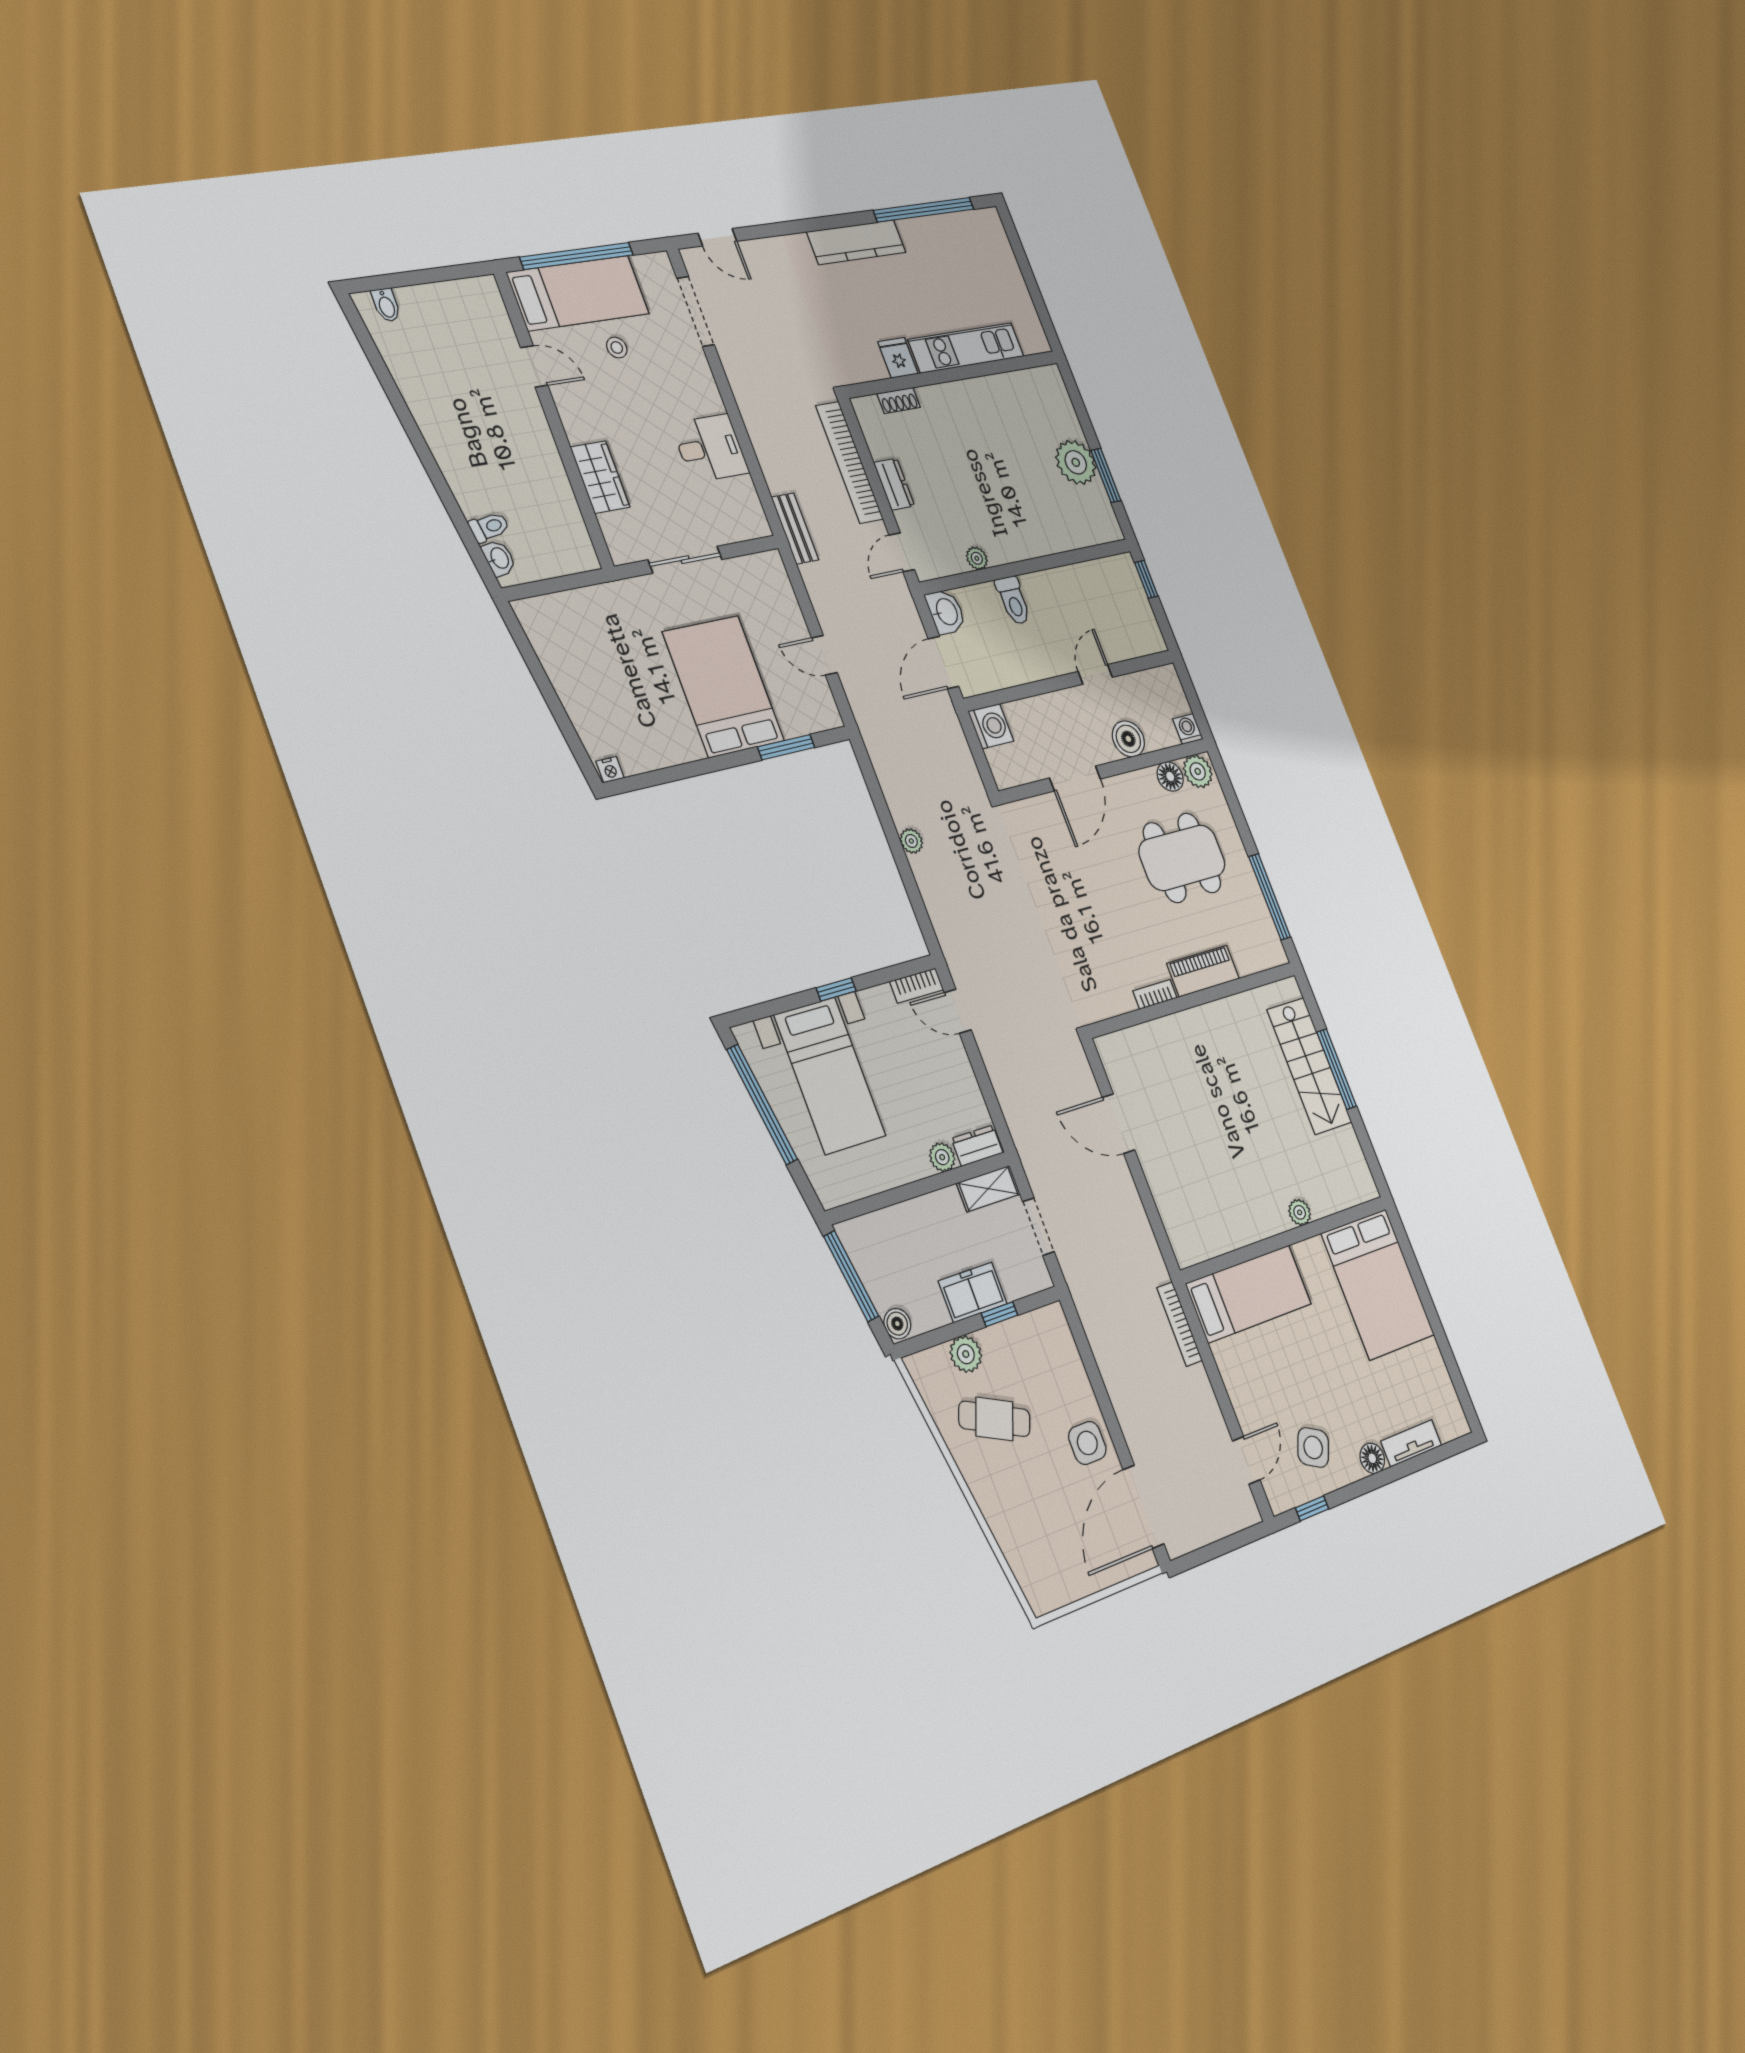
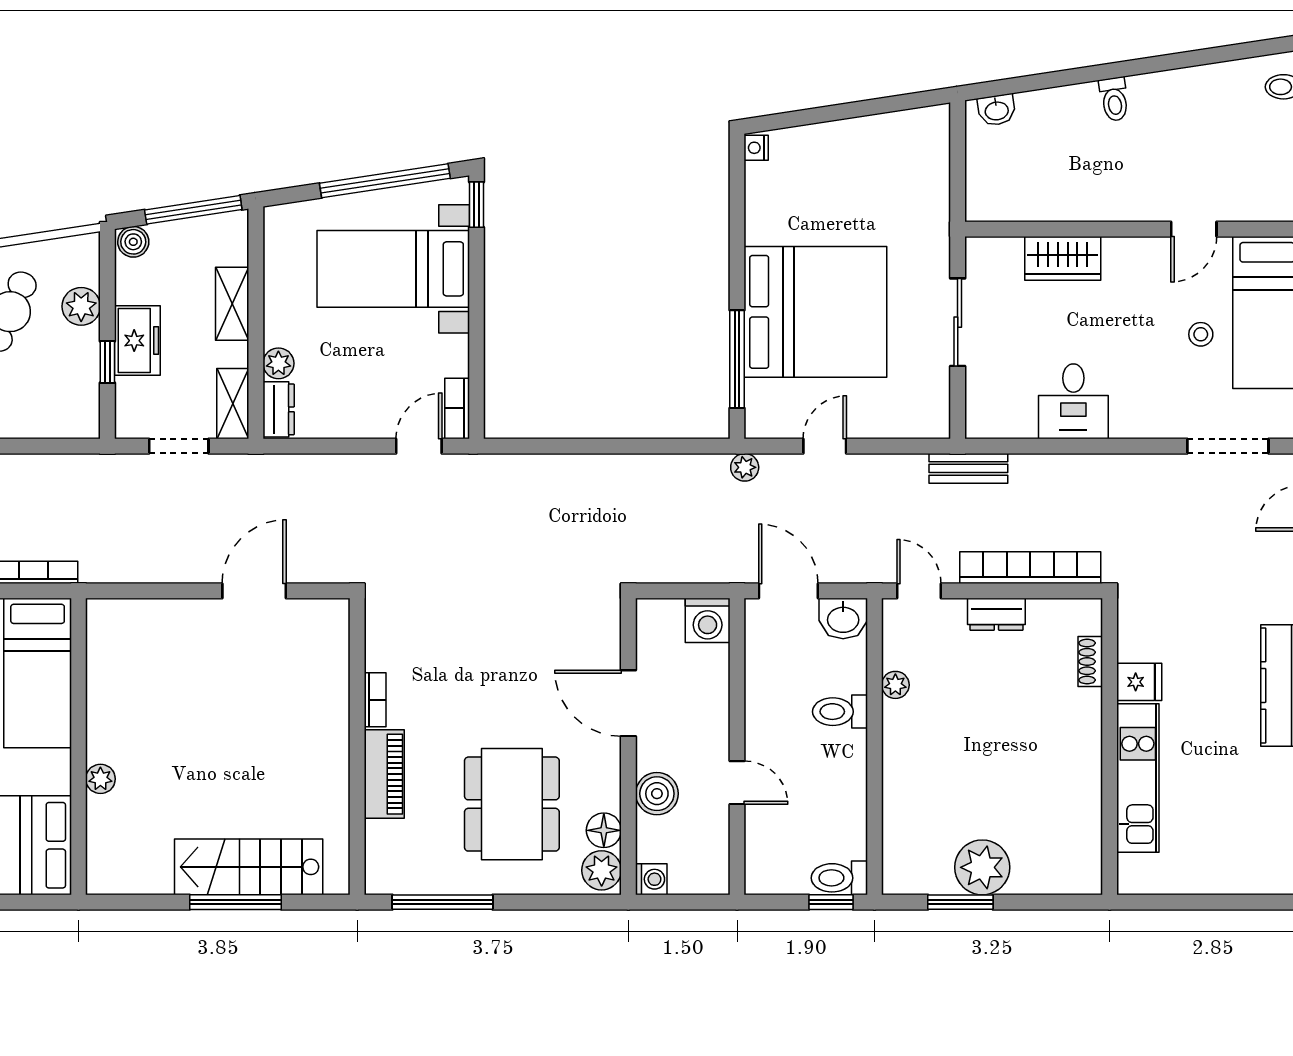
toilet: (489, 527) -> (1114, 99), moved
toilet: (1127, 576) -> (839, 878), added
bed: (723, 686) -> (815, 312), width x1.36
window: (786, 747) -> (737, 359), width x1.44
plant: (911, 841) -> (745, 467), moved
window: (836, 989) -> (477, 205), moved
shelving: (912, 1215) -> (232, 304), added

